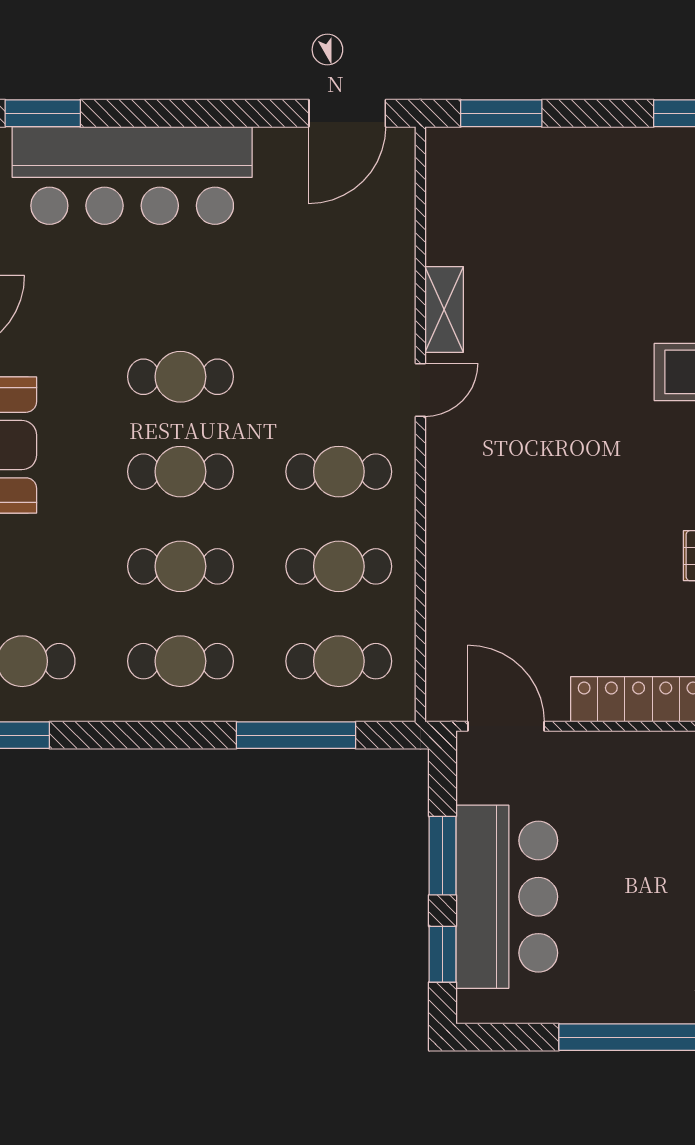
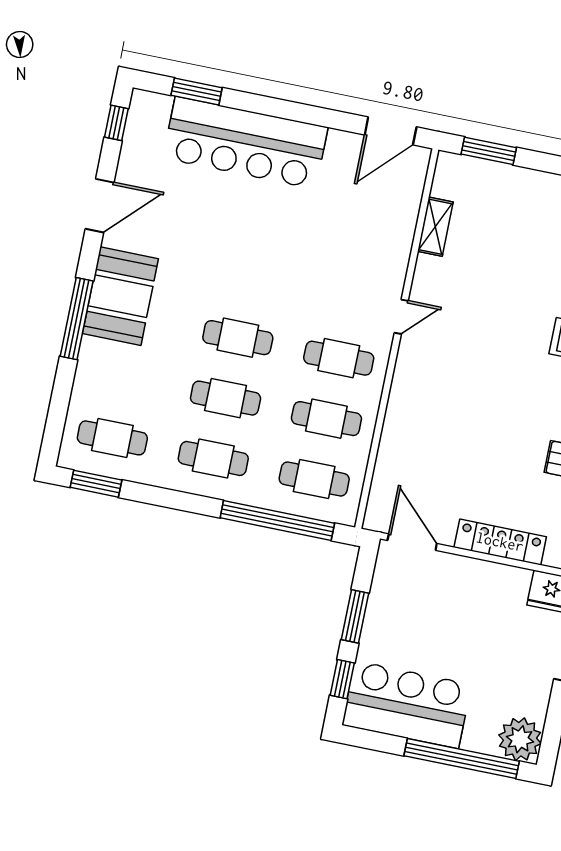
shelving: (444, 309) -> (435, 227), moved
cafe table: (180, 377) -> (250, 277), removed
window: (296, 735) -> (277, 521), width x1.46
bar counter: (507, 897) -> (407, 705), moved, turned -90

